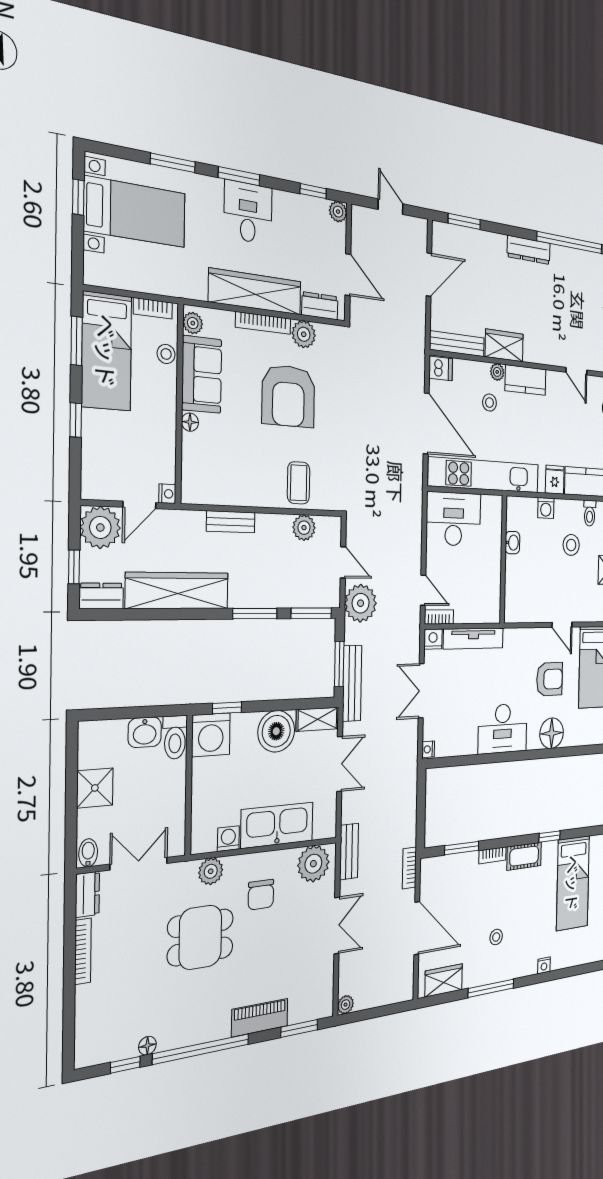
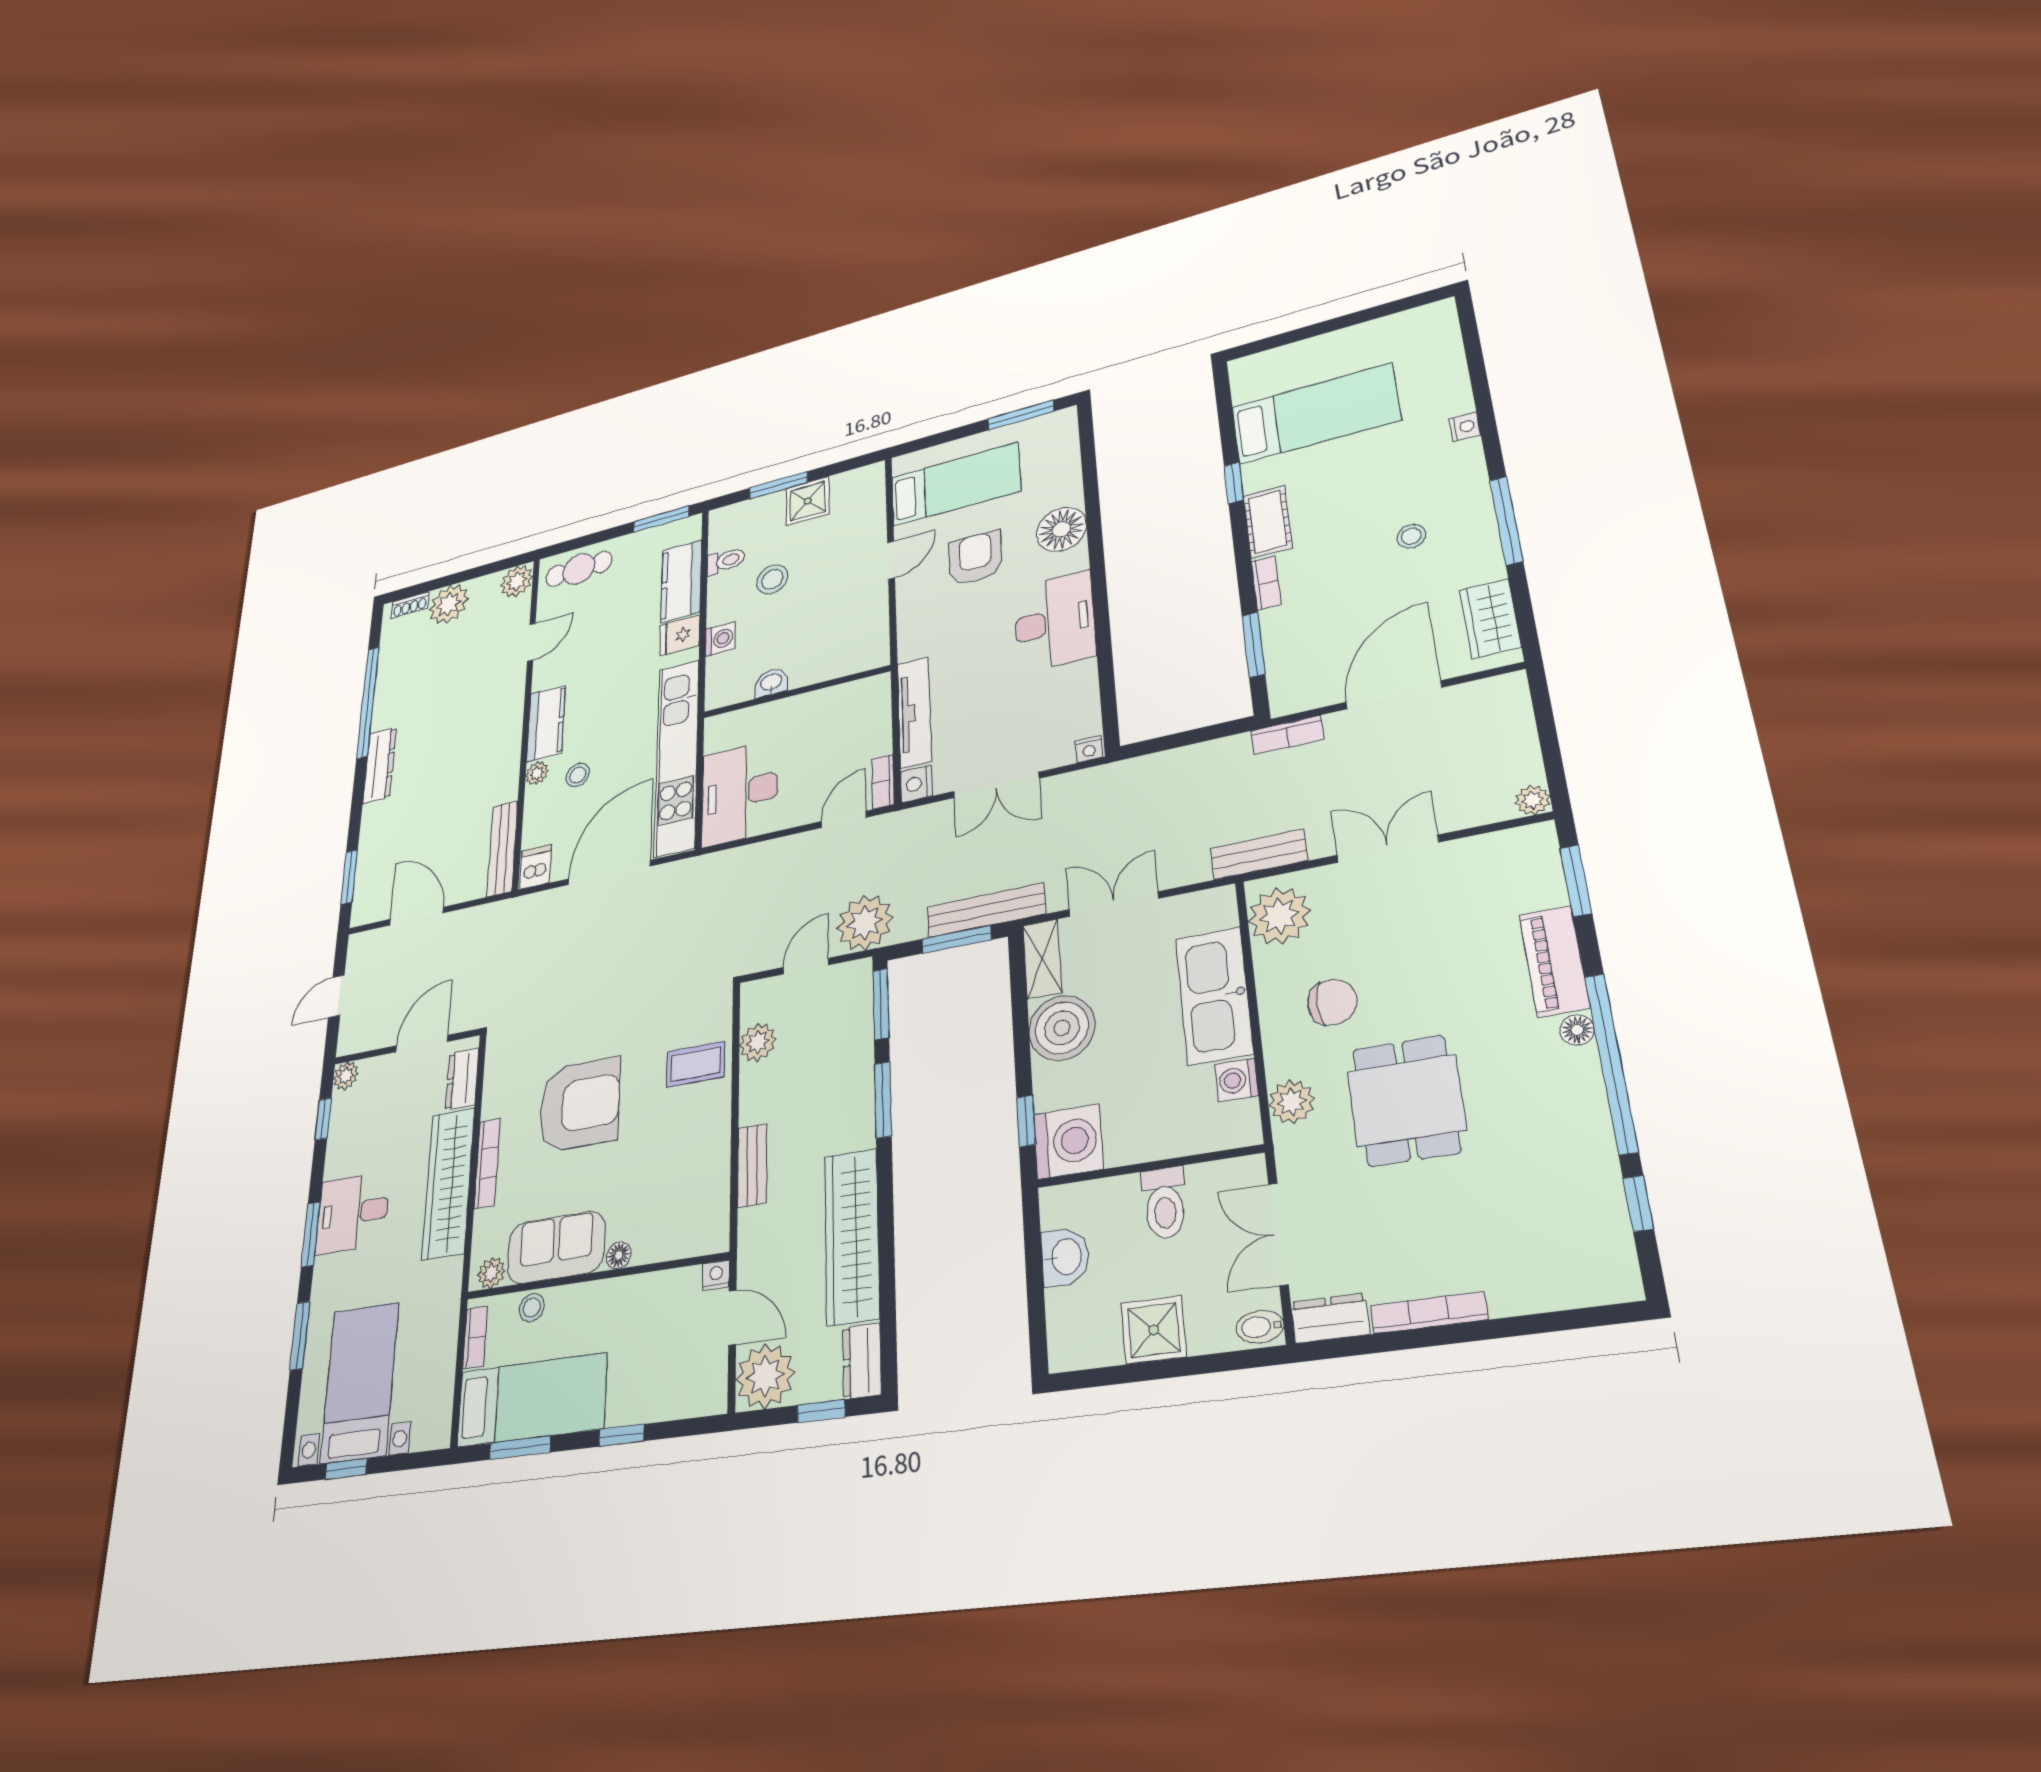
plant: (304, 334) -> (499, 1097), removed
wardrobe: (504, 345) -> (502, 771), removed
toilet: (175, 737) -> (1165, 1203), moved, turned 90
floor lamp: (147, 1046) -> (1577, 1030), moved

